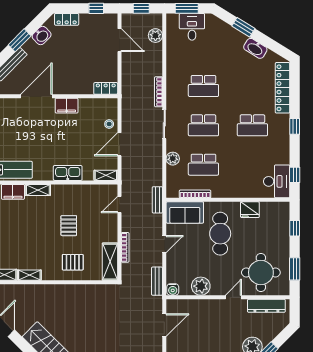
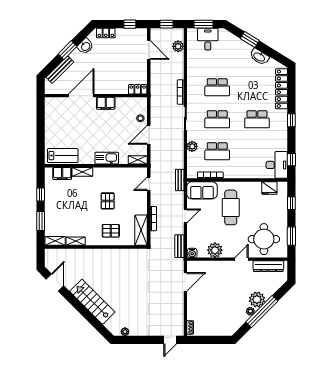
fridge: (250, 210) -> (269, 188), moved

